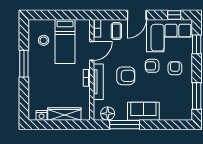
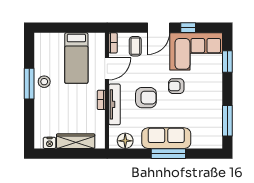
window: (174, 15) -> (188, 28), moved
stool: (44, 40) -> (44, 82), moved
armchair: (175, 68) -> (202, 89), removed
sofa: (143, 111) -> (166, 138), width x1.36
window: (125, 125) -> (168, 154), moved

